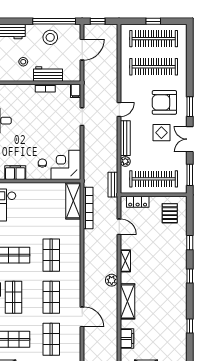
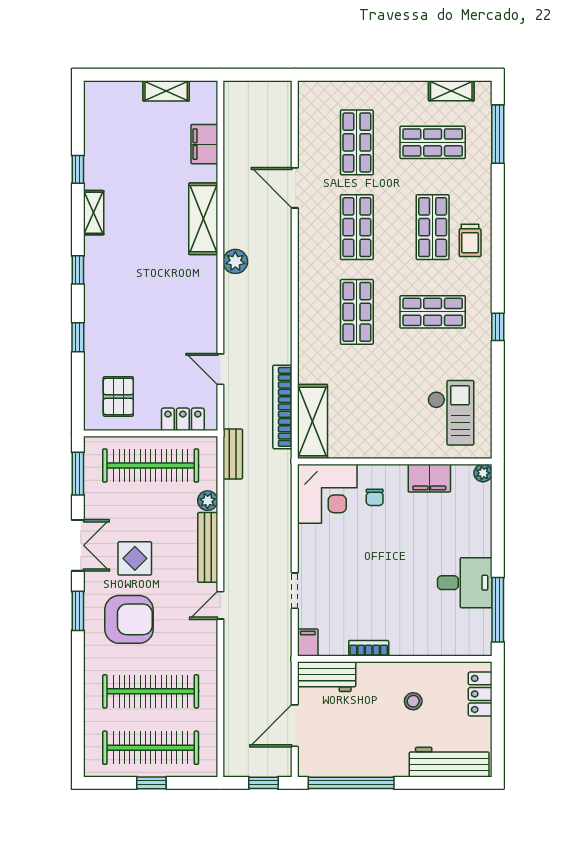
stool: (50, 37) -> (359, 750), removed
workbench: (48, 74) -> (327, 677), moved
shelving: (125, 261) -> (94, 213), moved

